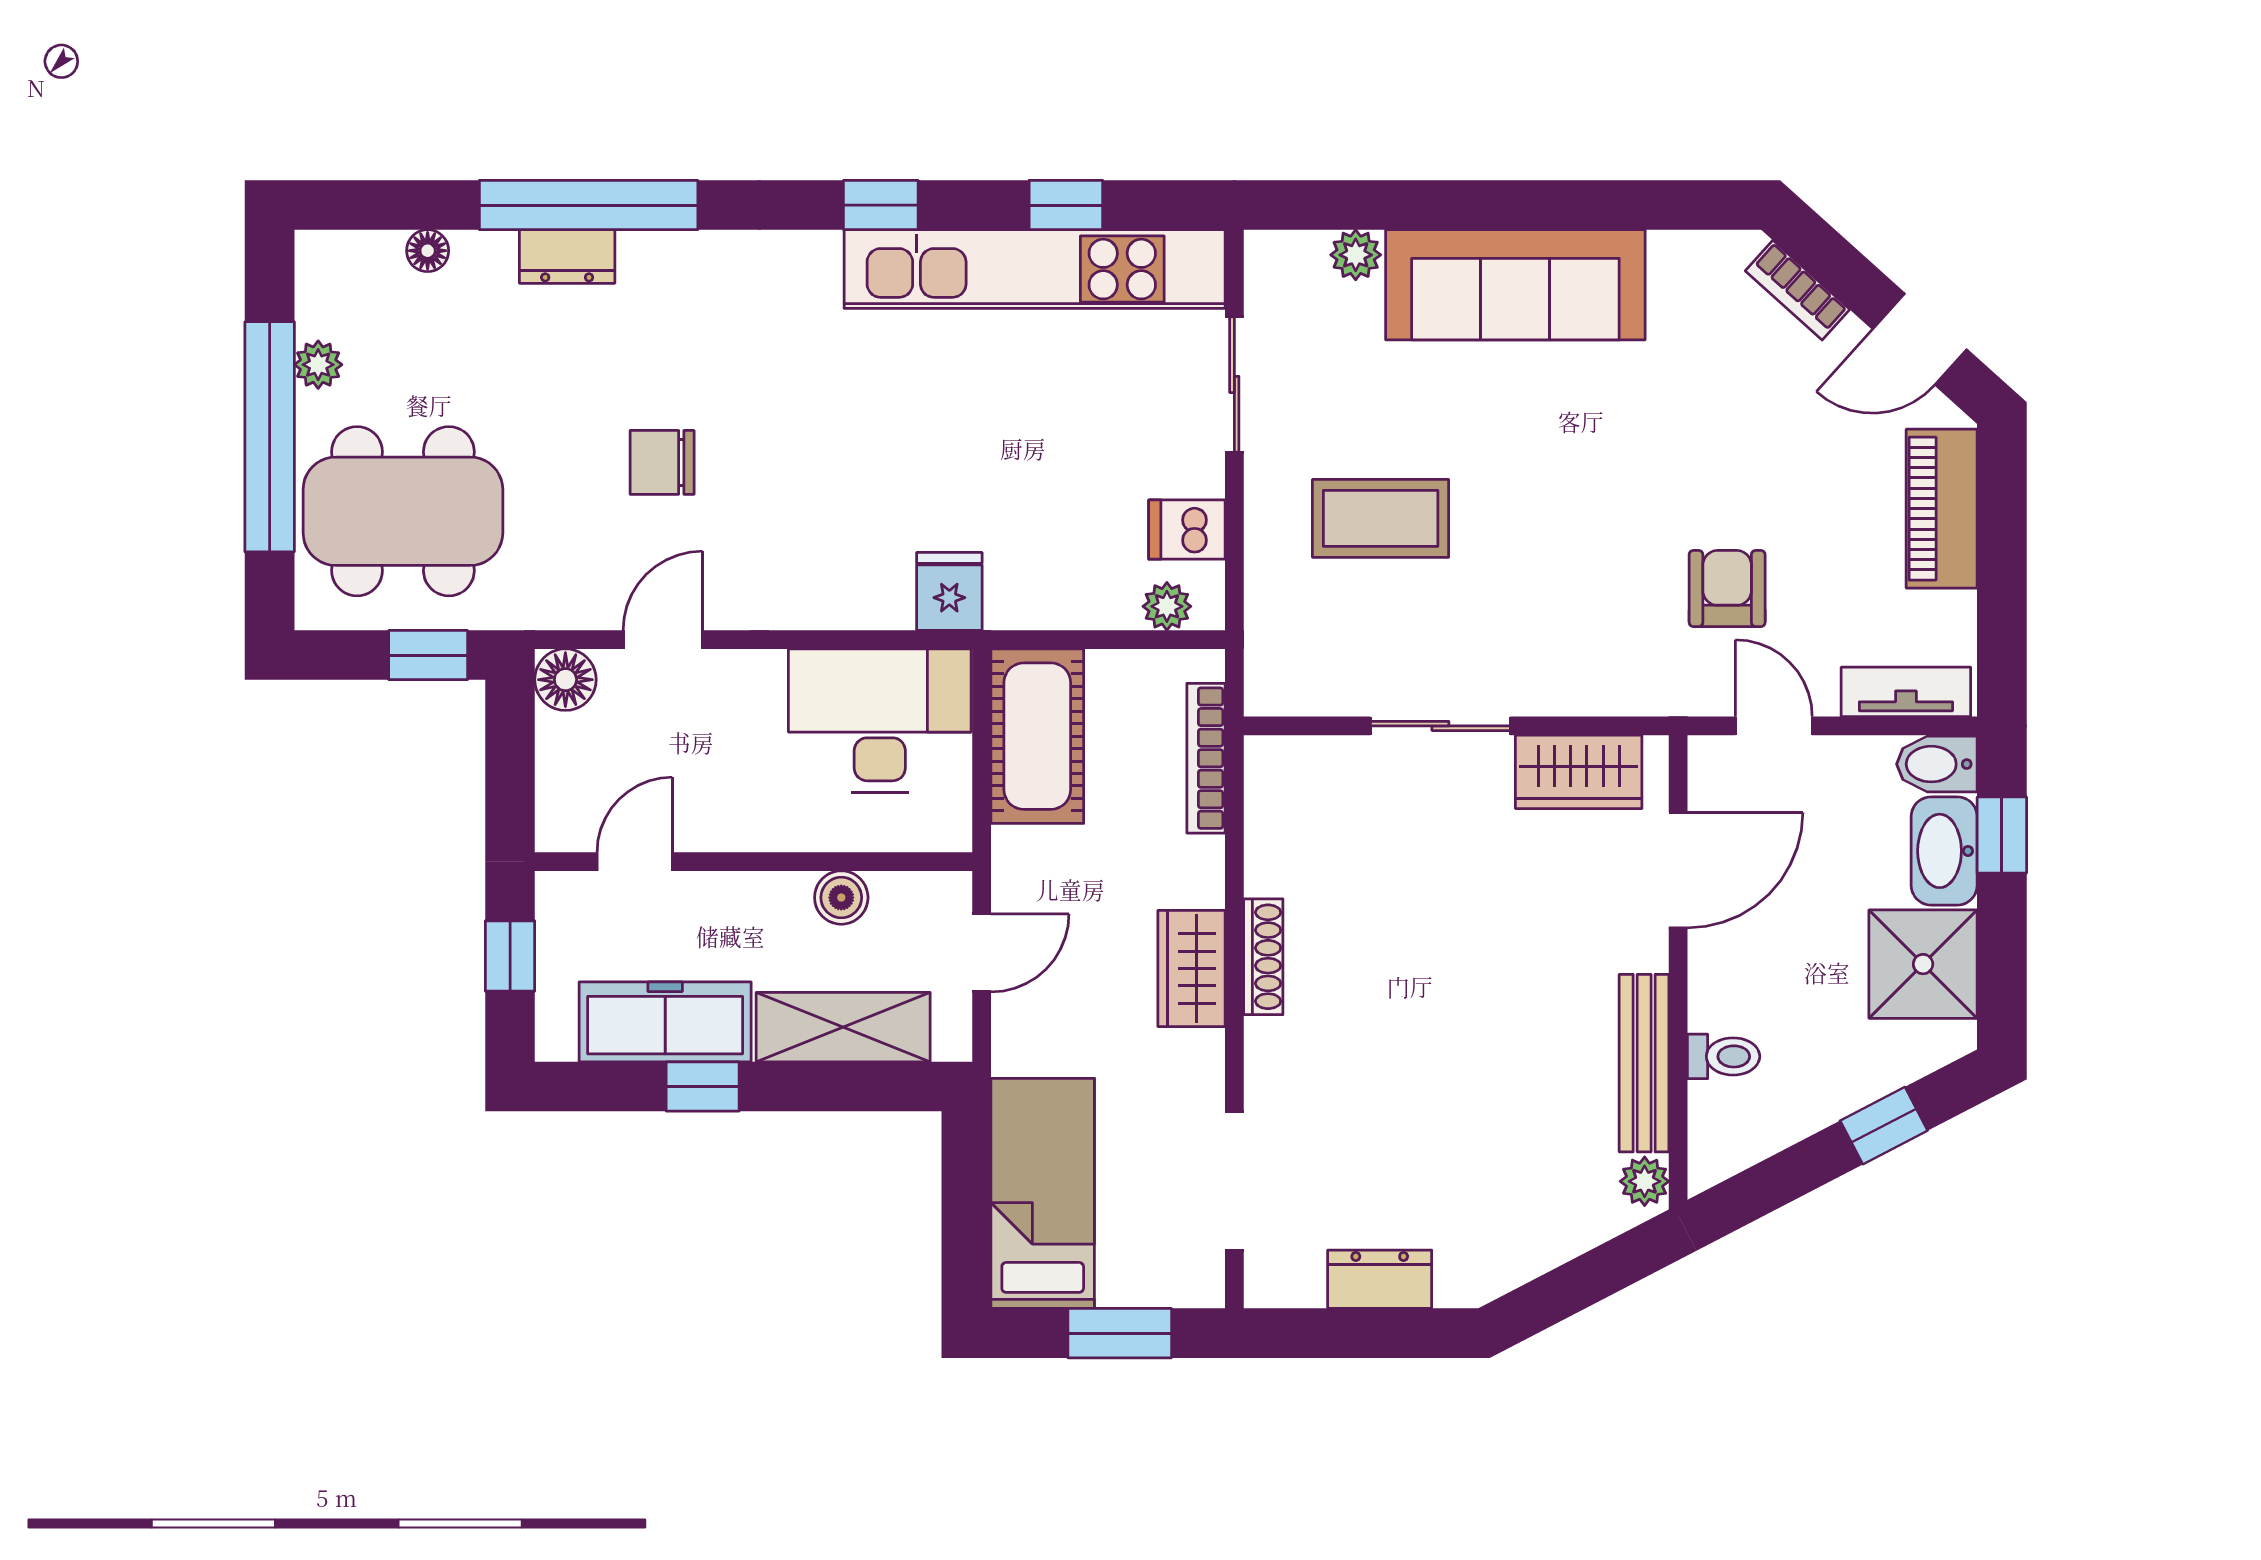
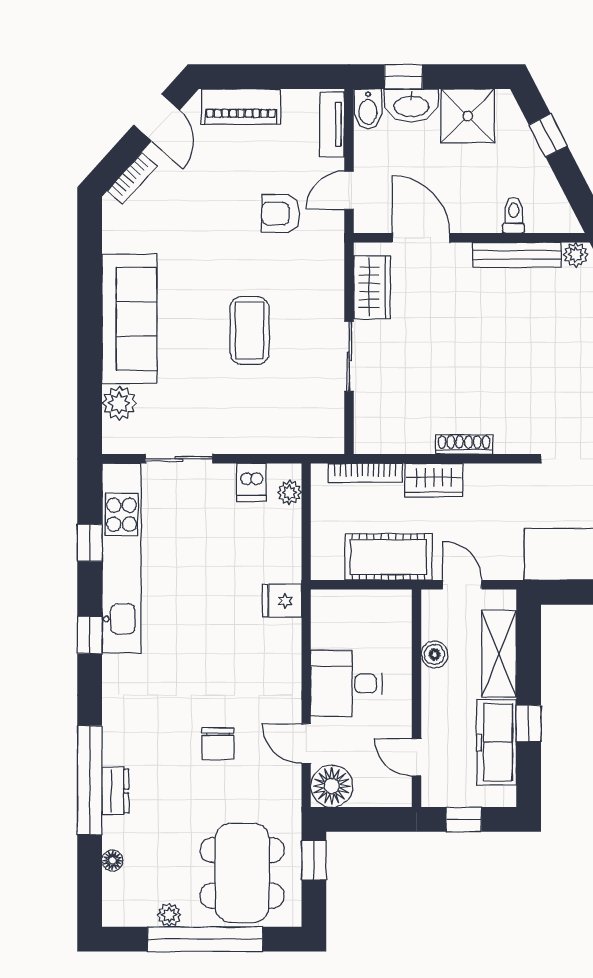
plant: (1356, 255) -> (119, 403), width x1.38, depth x1.38
coffee table: (1381, 518) -> (249, 330), moved
floor lamp: (565, 680) -> (332, 786), width x1.38, depth x1.38
desk: (880, 721) -> (346, 684), moved, width x0.73
cot: (1037, 736) -> (388, 557), moved
wardrobe: (1191, 968) -> (434, 480), moved

